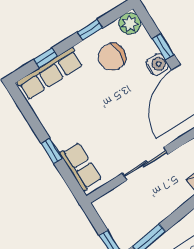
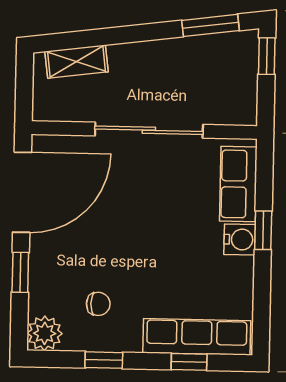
chair: (112, 57) -> (98, 304), width x0.54, depth x0.54
water cooler: (157, 65) -> (240, 239), moved, turned 180
sliding door: (145, 164) -> (149, 130), width x1.37

